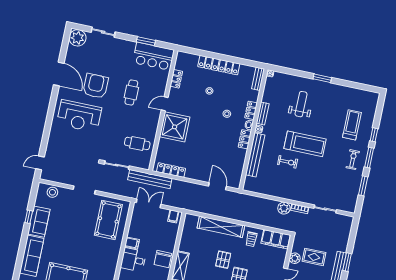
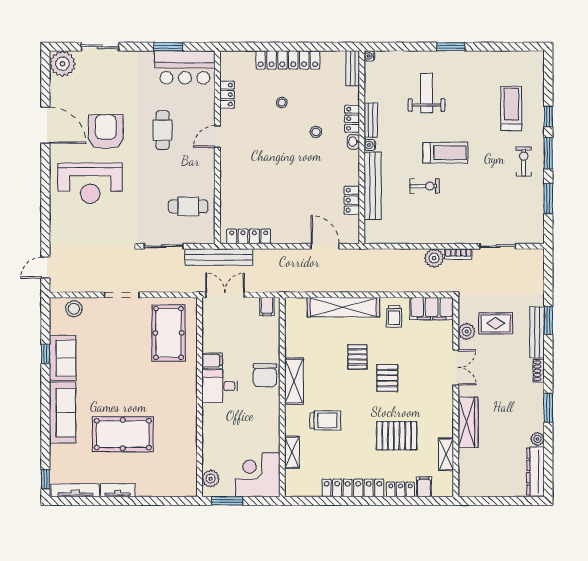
shower: (175, 127) -> (240, 169), removed
locker: (245, 139) -> (352, 200), moved
treadmill: (305, 144) -> (445, 153), width x0.73, depth x0.73

